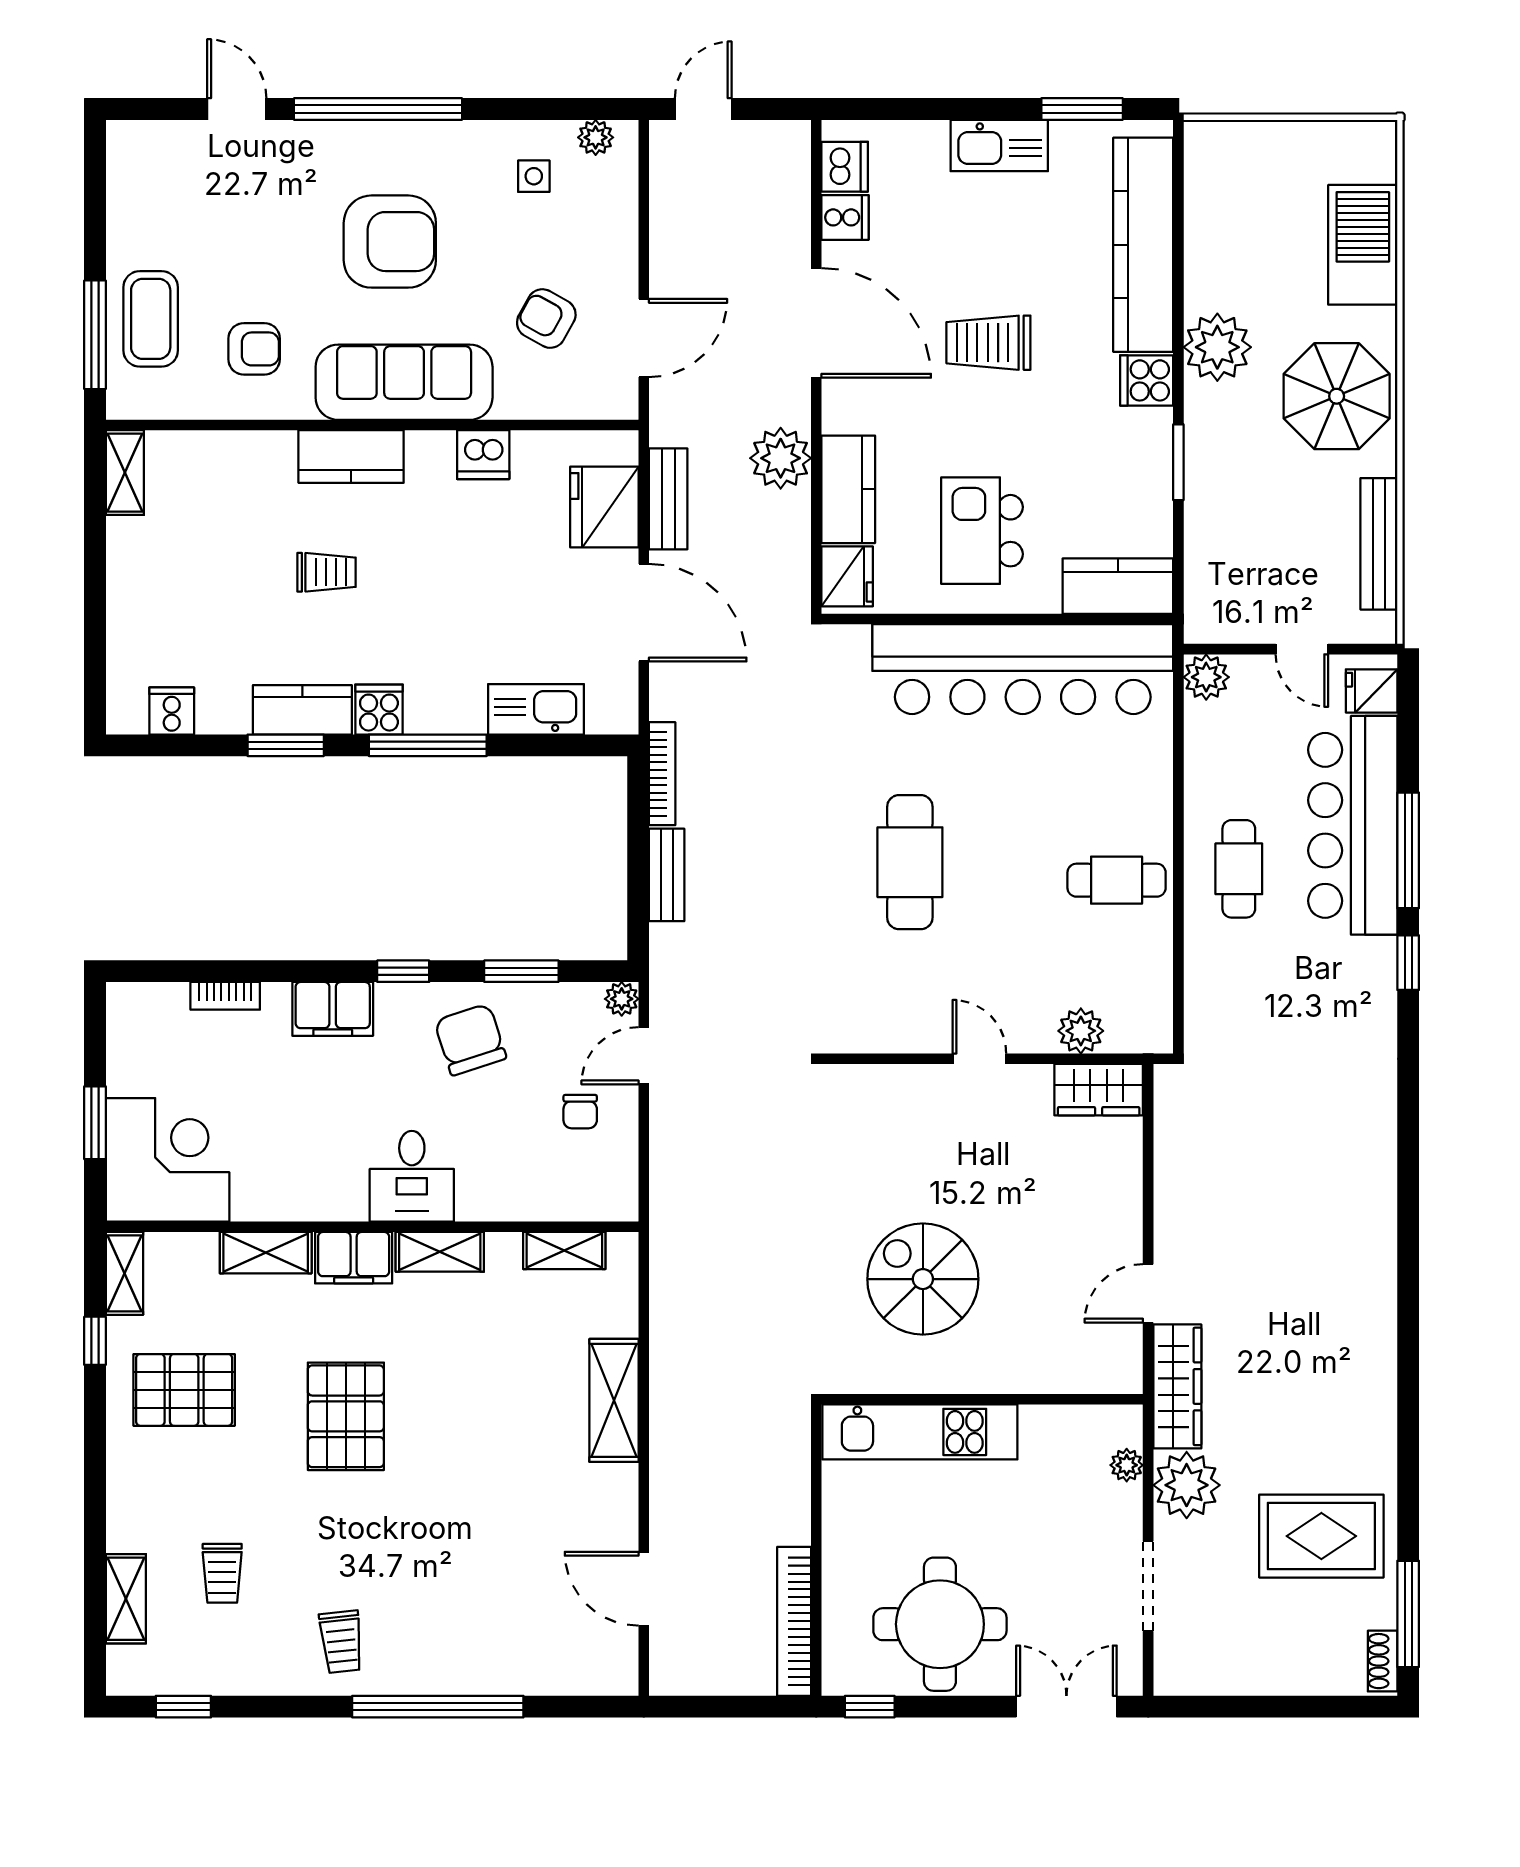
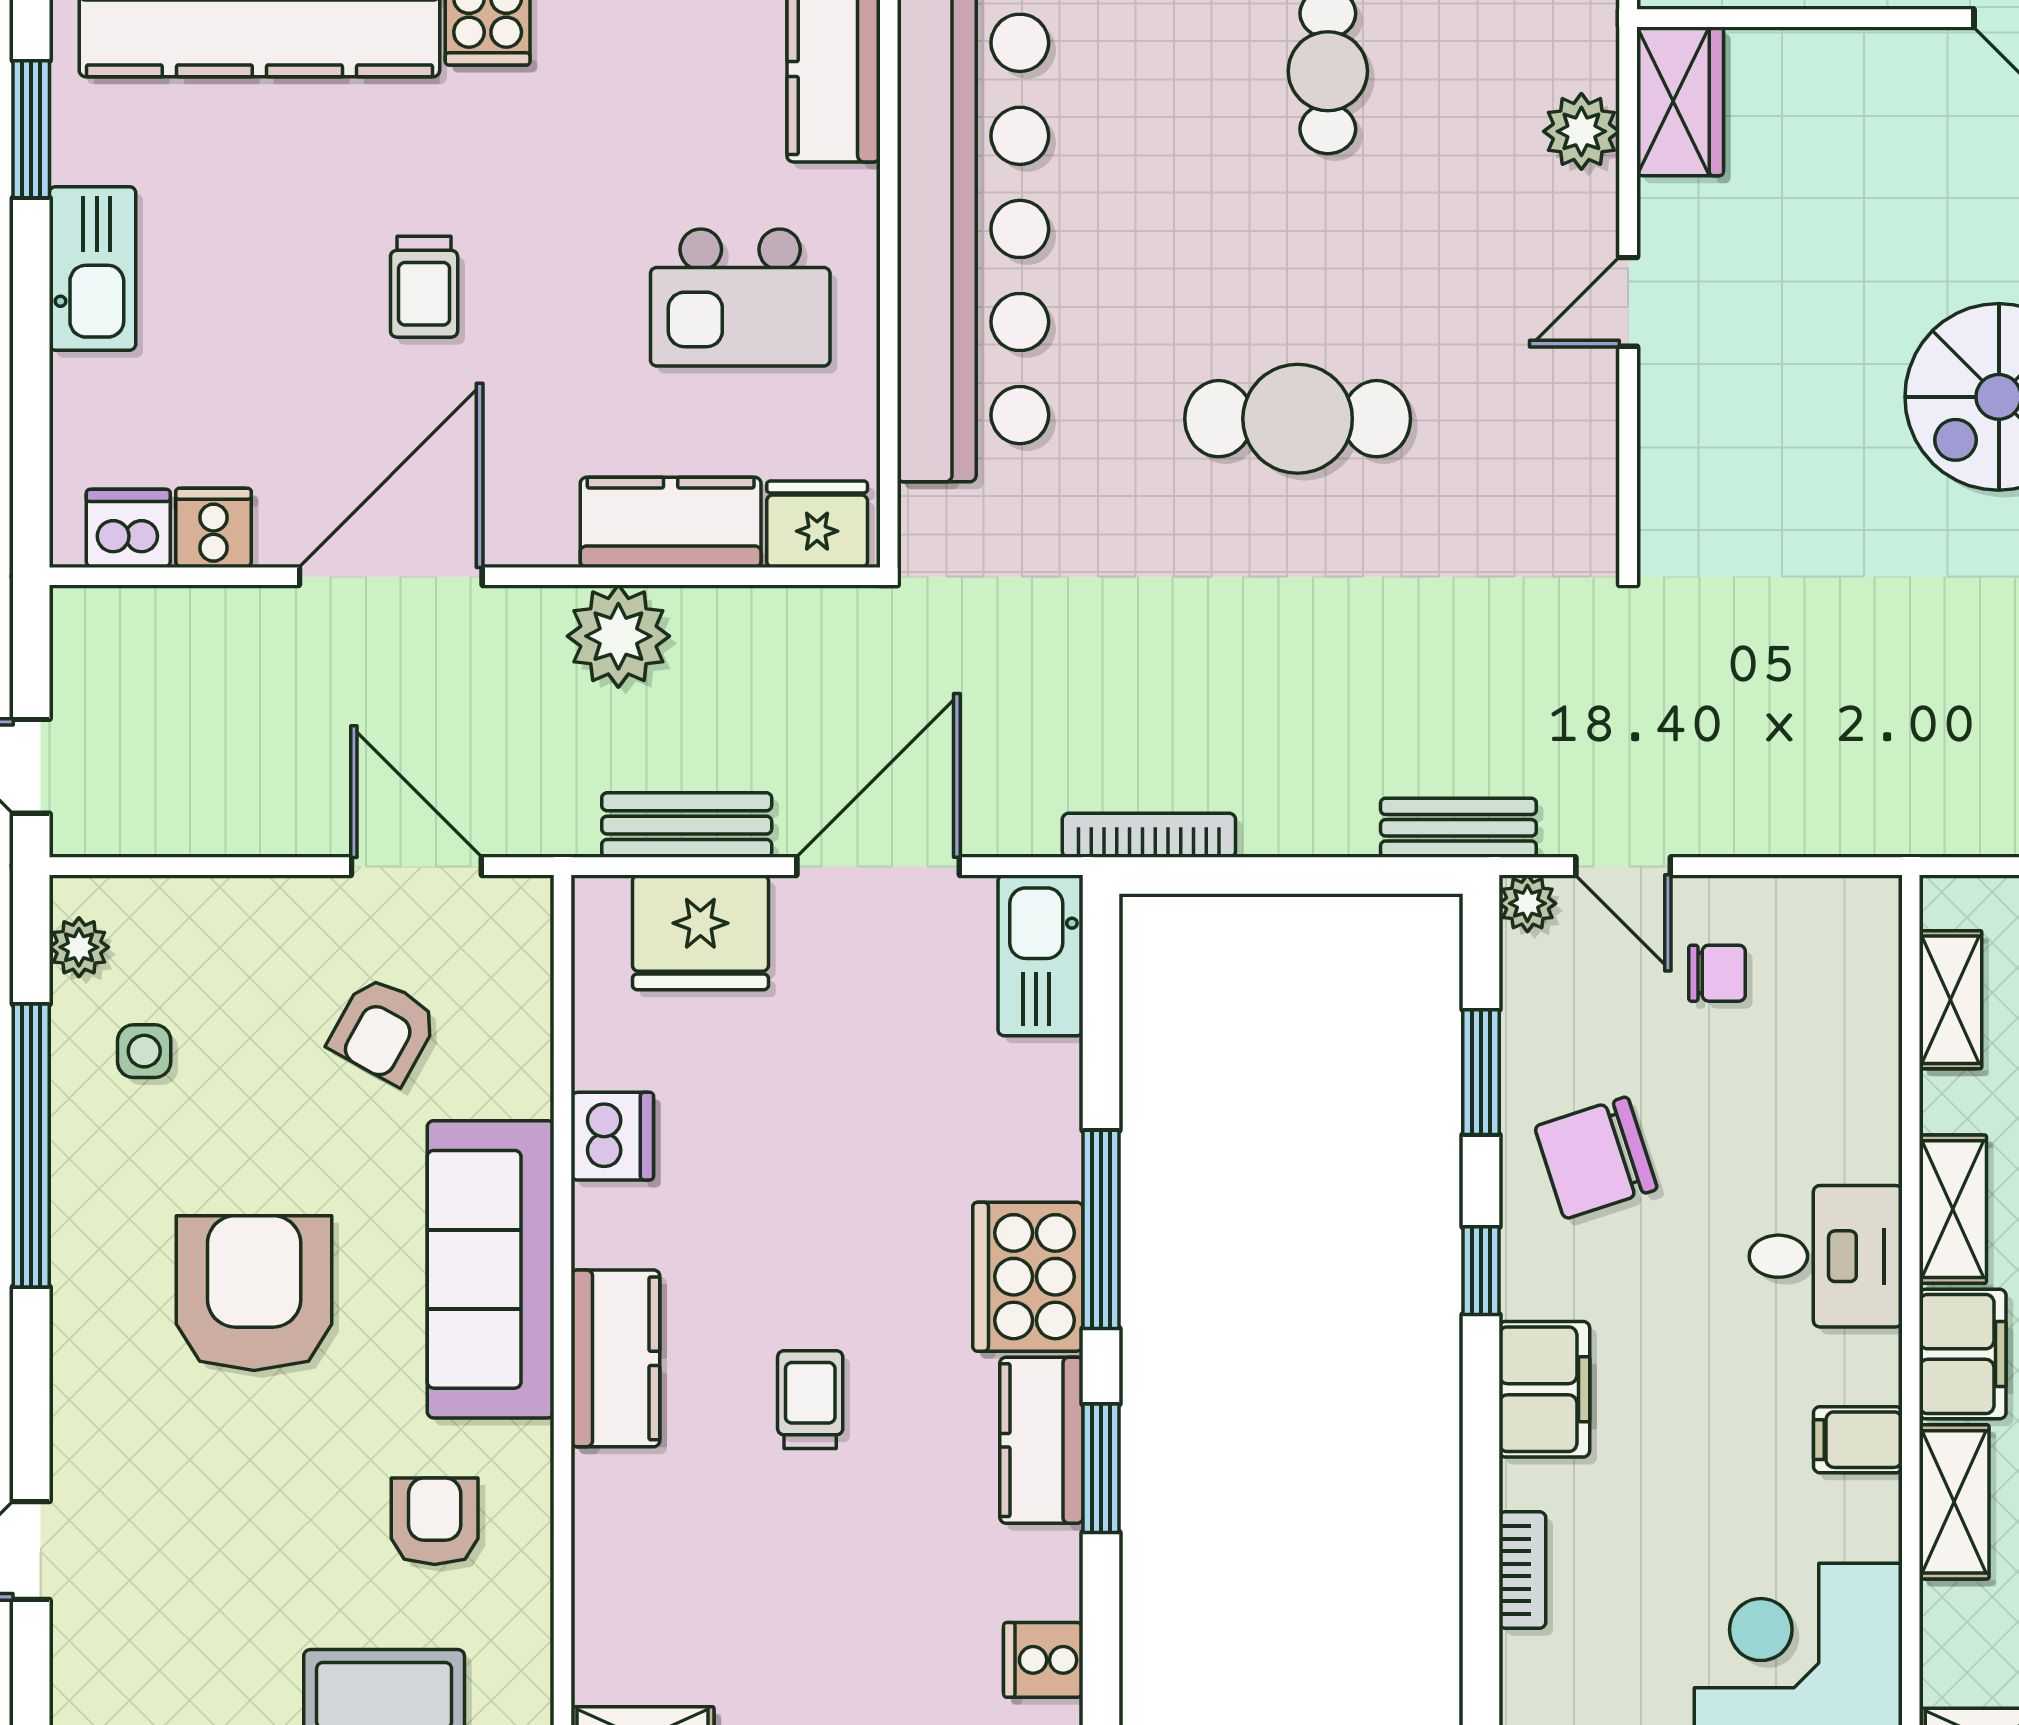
window: (378, 109) -> (31, 1145), moved
trolley: (988, 343) -> (424, 287), width x0.73, depth x0.72
kitchen sink: (536, 709) -> (1041, 955), moved
cooker: (379, 710) -> (1028, 1277), width x1.87, depth x1.31
bench: (667, 875) -> (1458, 828), moved
filing cabinet: (303, 1195) -> (1858, 1440), added

